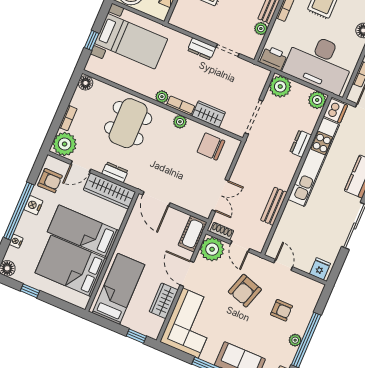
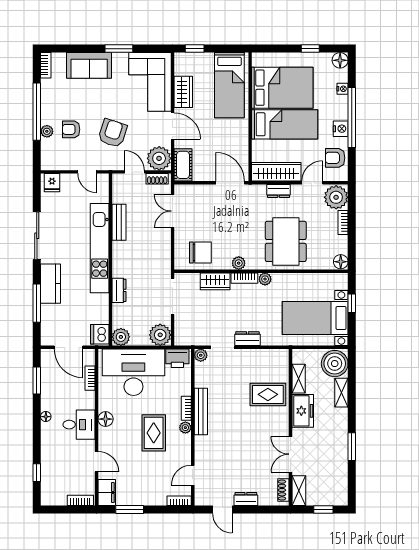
plant: (261, 29) -> (201, 355), moved
kitchen unit: (314, 162) -> (100, 248), moved
plant: (295, 340) -> (47, 131), moved

